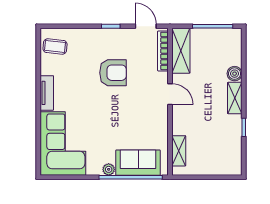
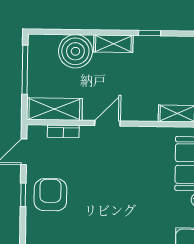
bookcase: (163, 51) -> (63, 131), width x0.64
armchair: (113, 73) -> (50, 195), moved
boiler: (235, 74) -> (75, 51), width x1.86, depth x1.86

